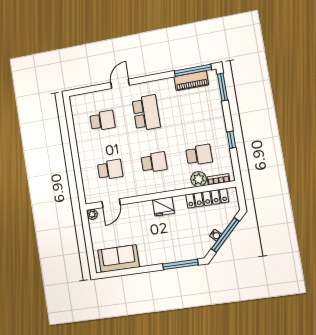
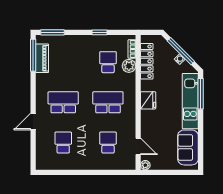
door: (120, 84) -> (33, 121), hinge flipped
school desk: (154, 162) -> (108, 102), width x1.85
kitchen unit: (170, 254) -> (190, 101), added

